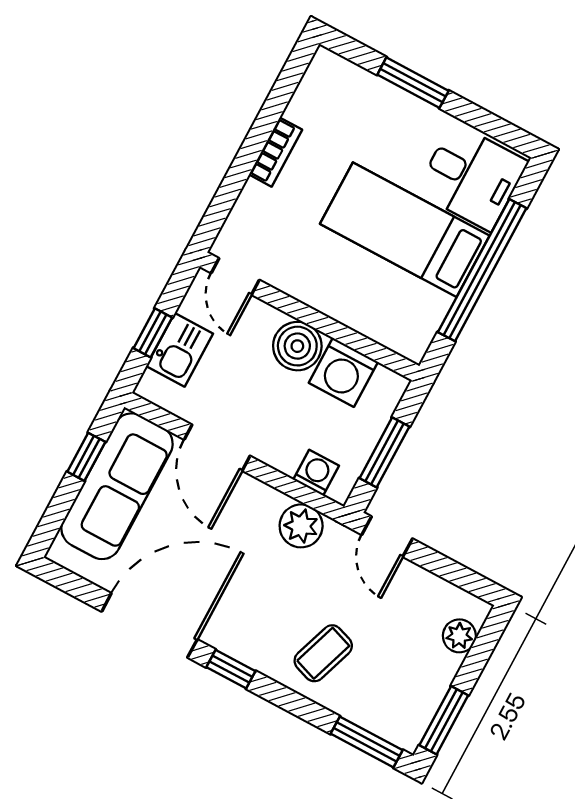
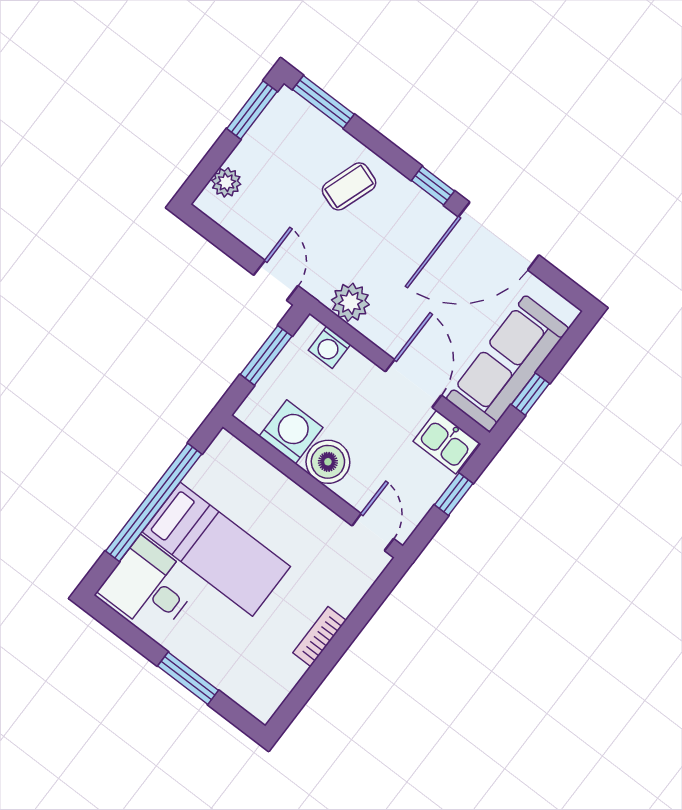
kitchen sink: (180, 350) -> (446, 442), moved, turned -90

